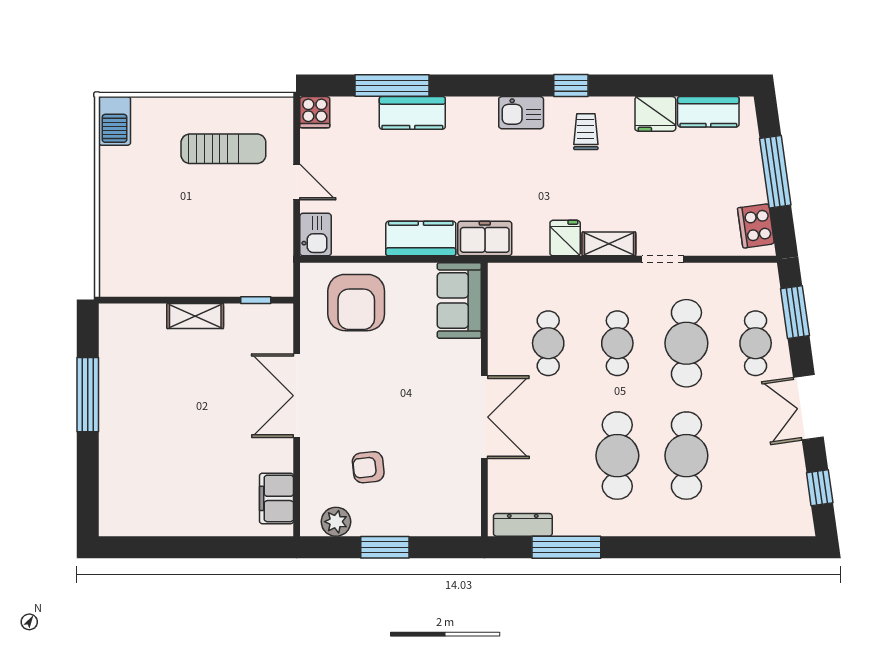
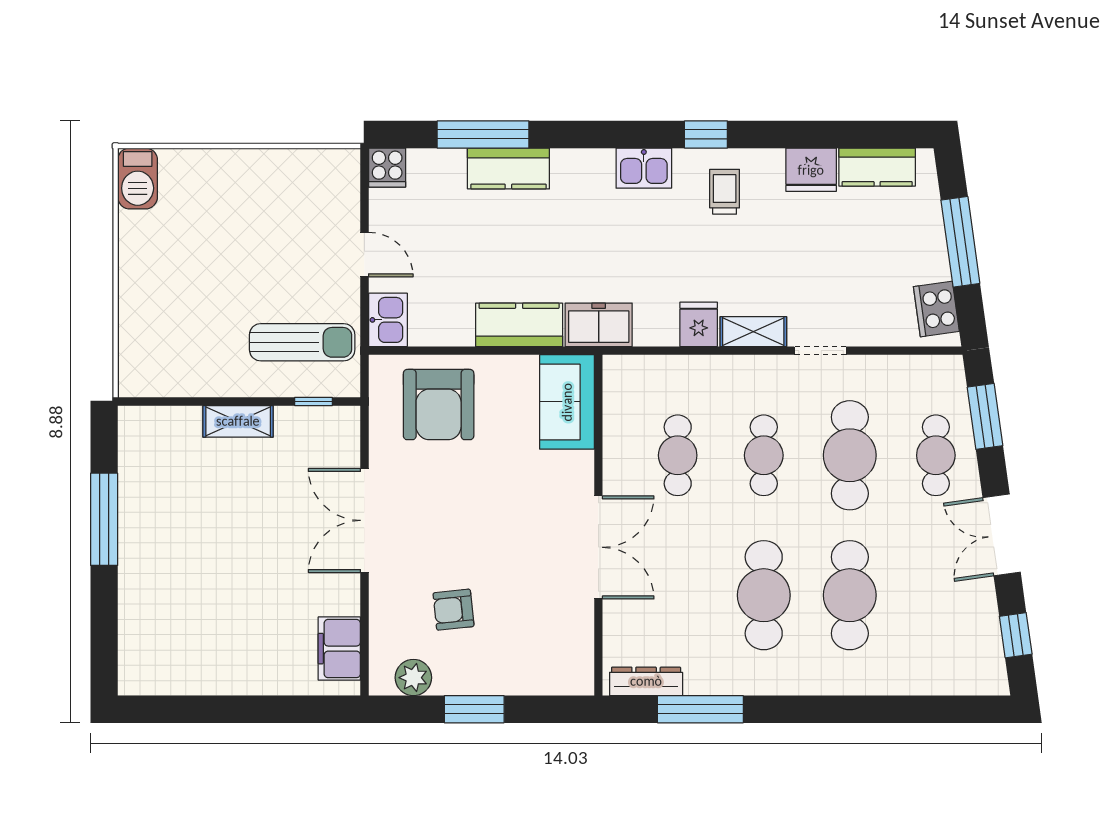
sun lounger: (223, 149) -> (302, 342), moved

